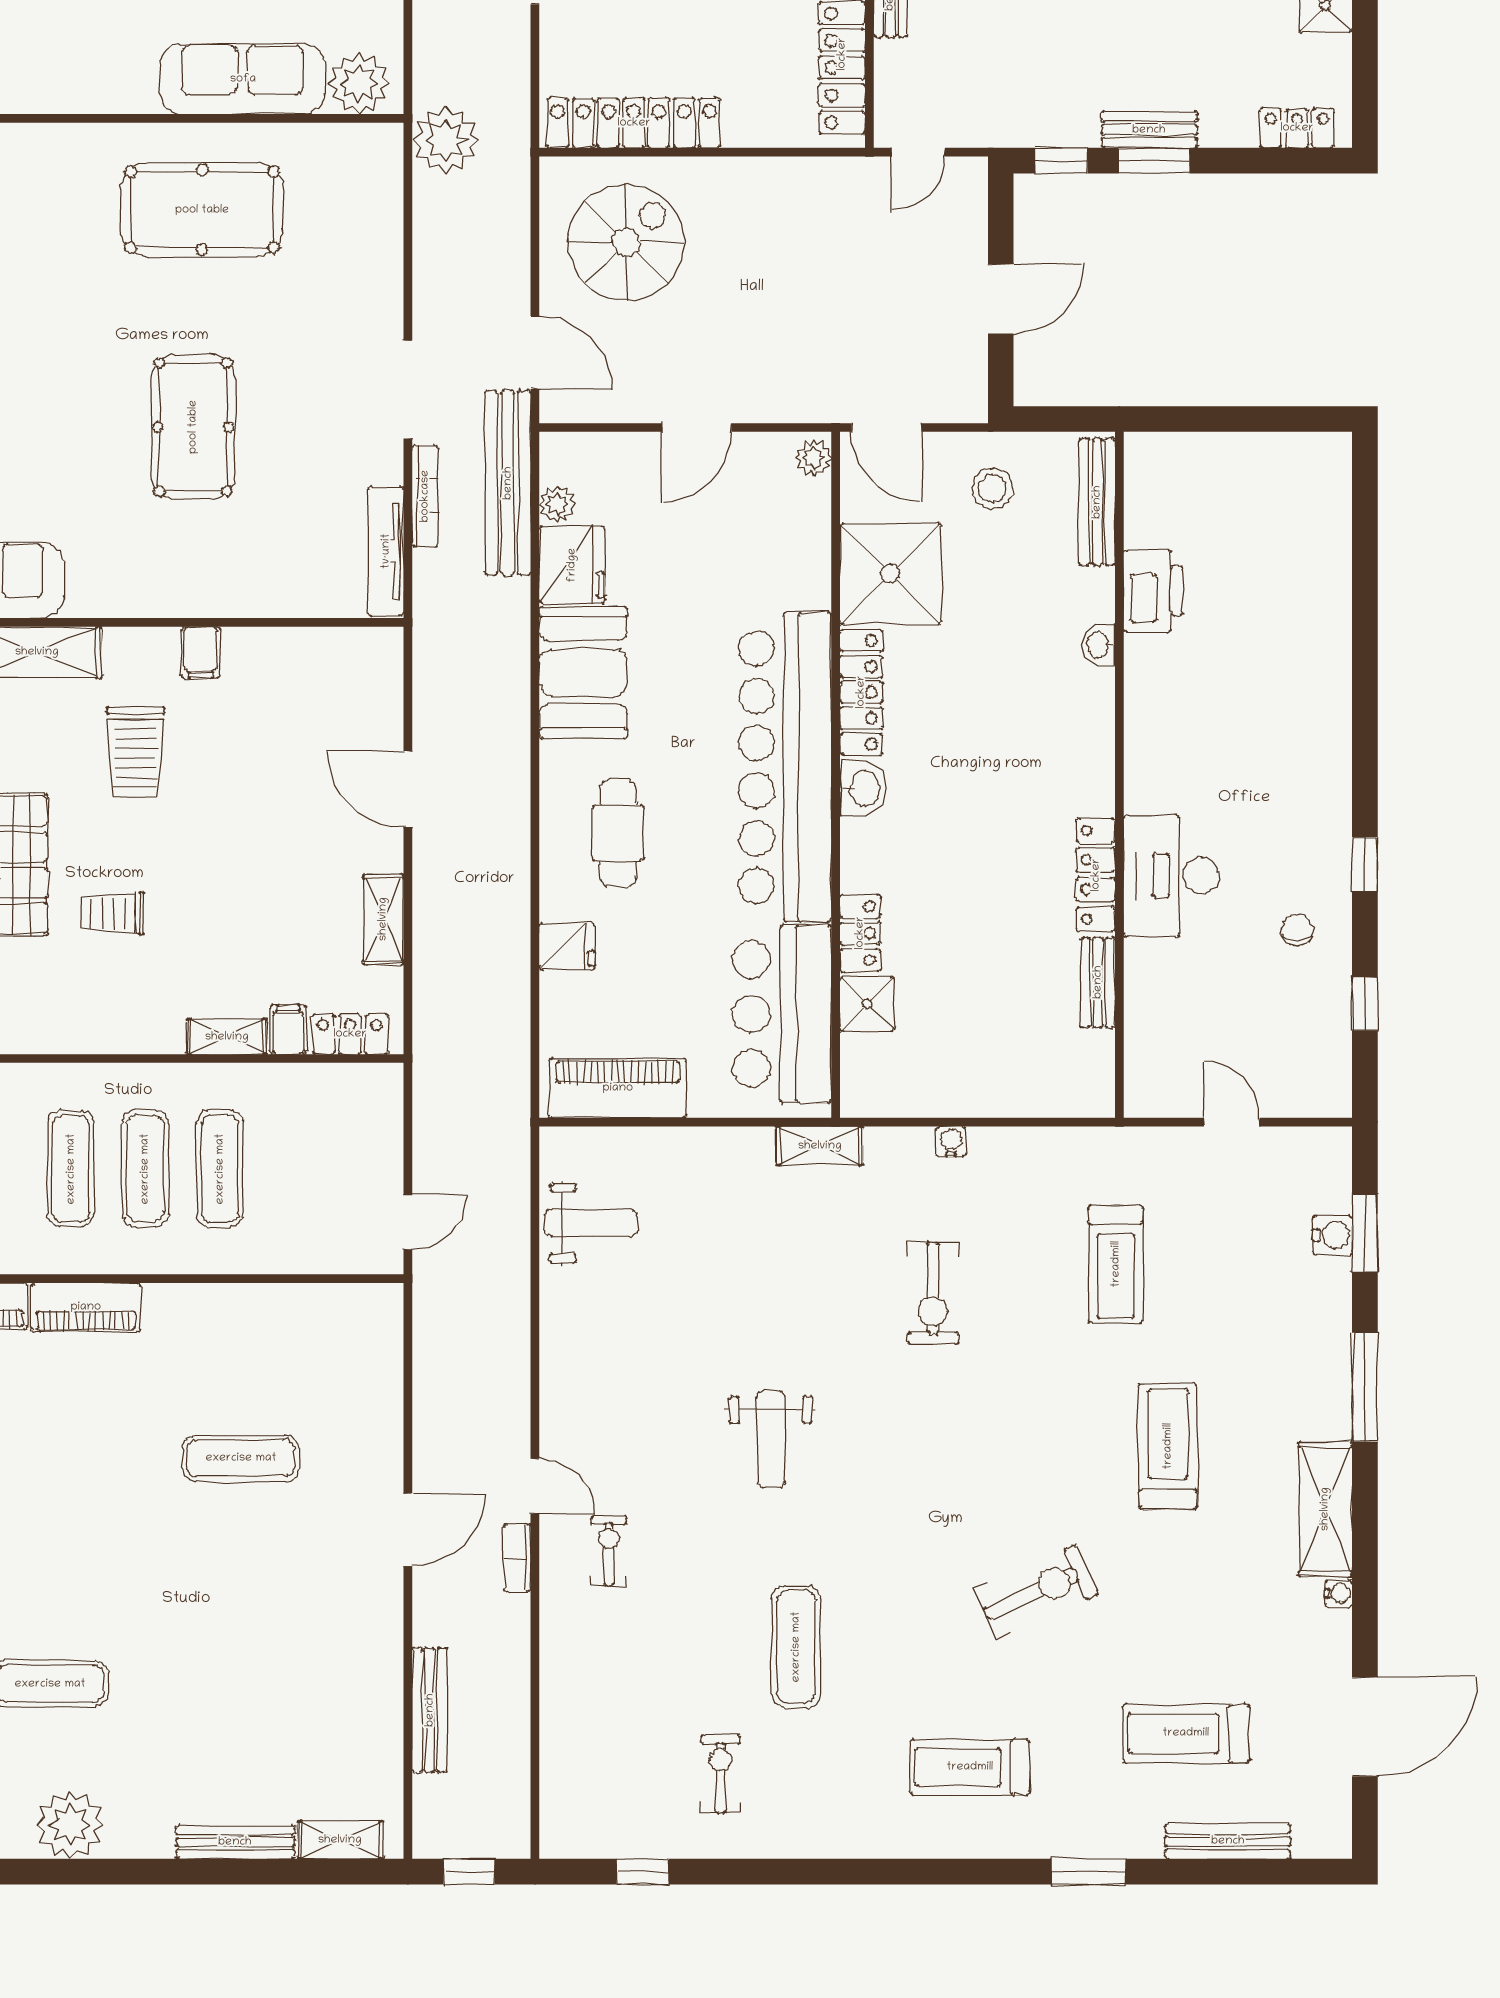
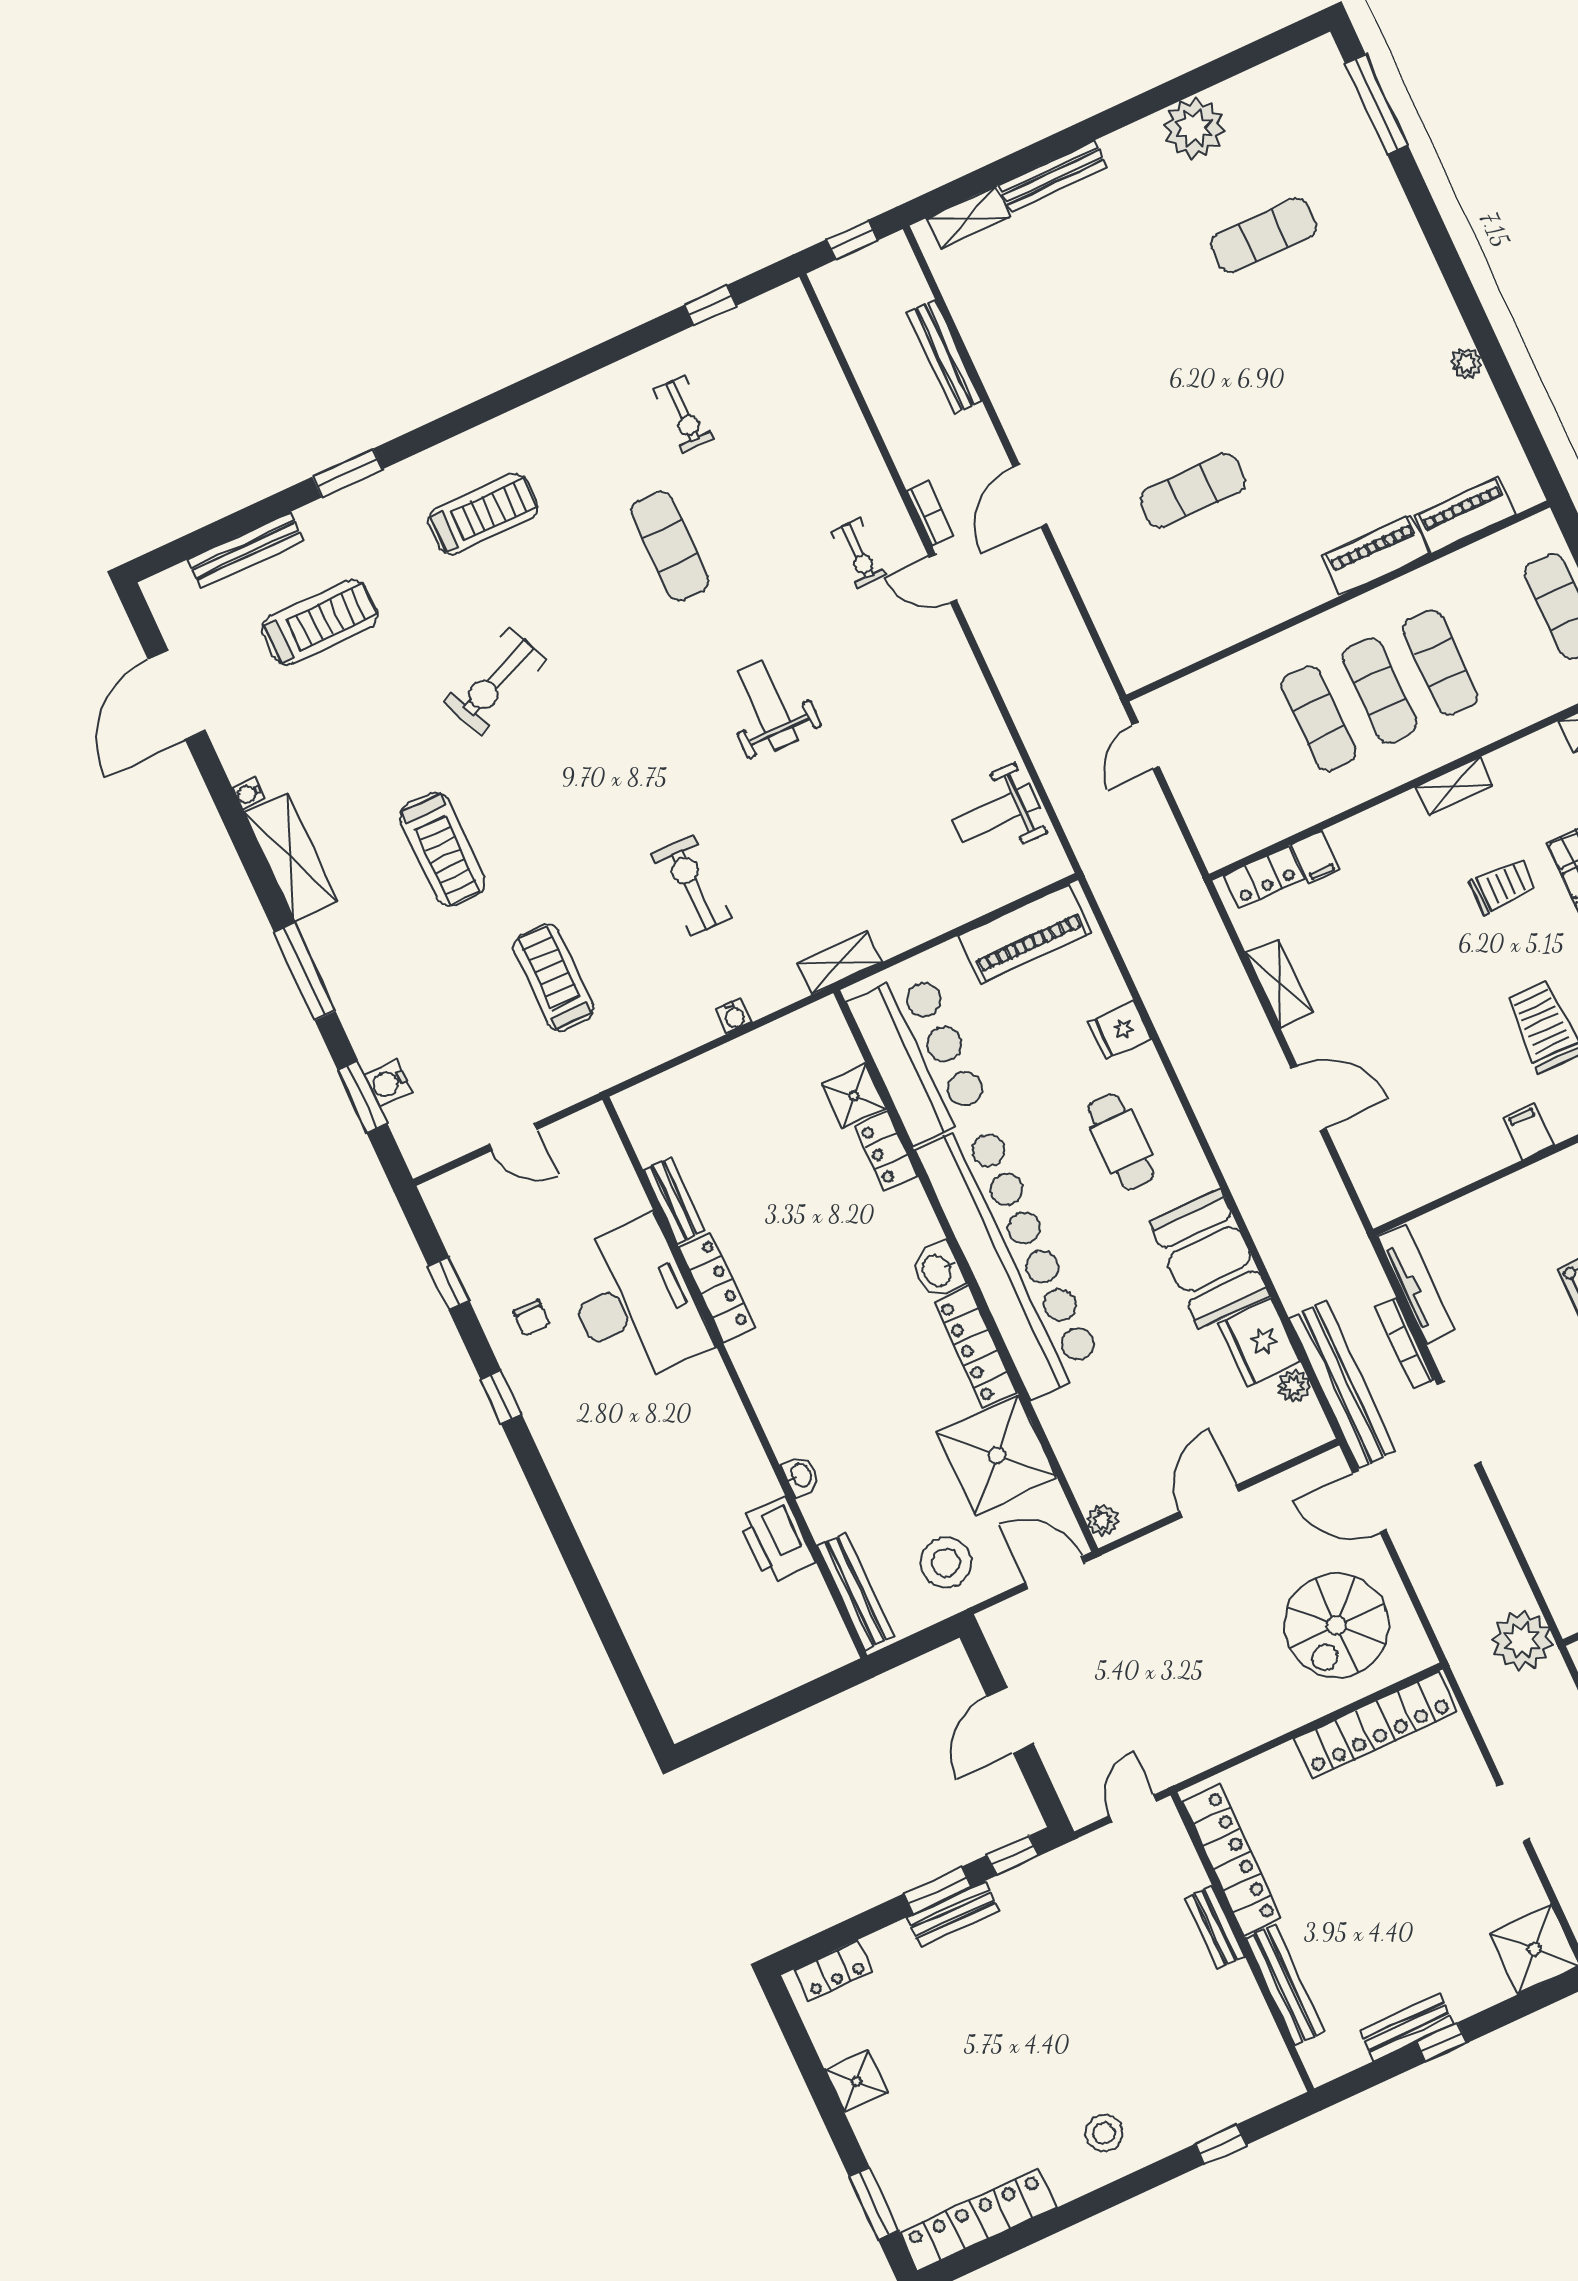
stool: (992, 489) -> (946, 1563), width x1.38, depth x1.38
desk: (1171, 876) -> (634, 1302), width x1.36, depth x1.30
shelving: (227, 1037) -> (1455, 786), moved

